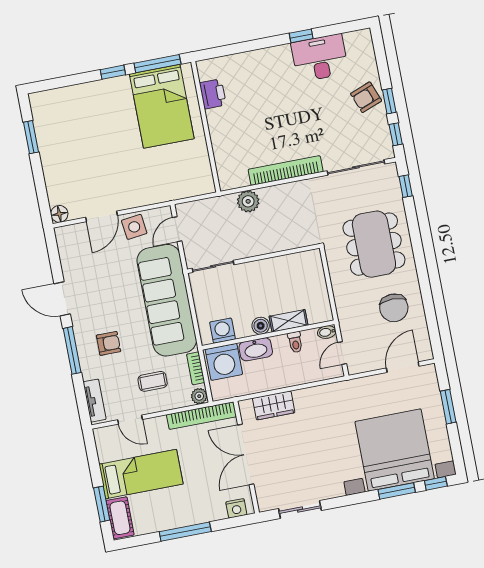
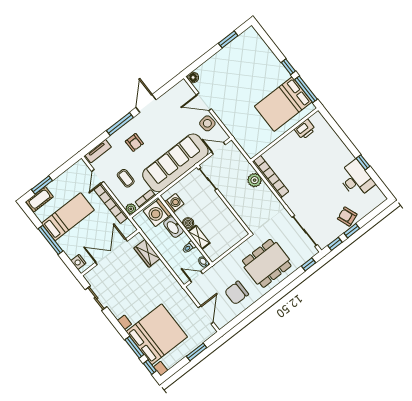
bookcase: (286, 171) -> (270, 177), moved
door: (403, 367) -> (206, 315), hinge flipped
bookcase: (201, 416) -> (111, 204), moved
bed: (141, 474) -> (68, 217), moved, turned -90

